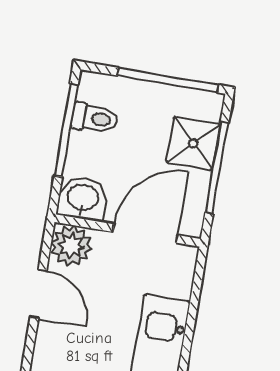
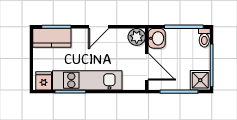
toilet: (95, 118) -> (204, 38), moved
shower: (193, 144) -> (200, 80), moved
door: (38, 294) -> (99, 27), moved

